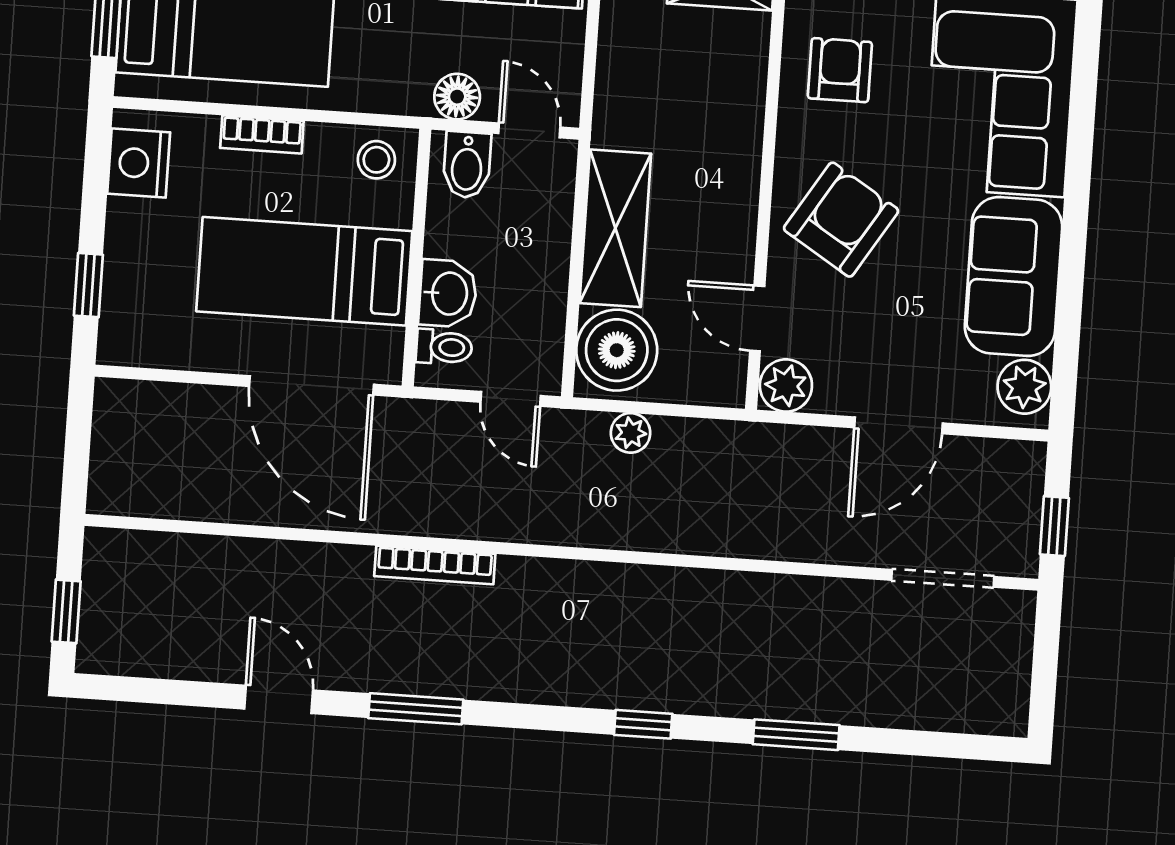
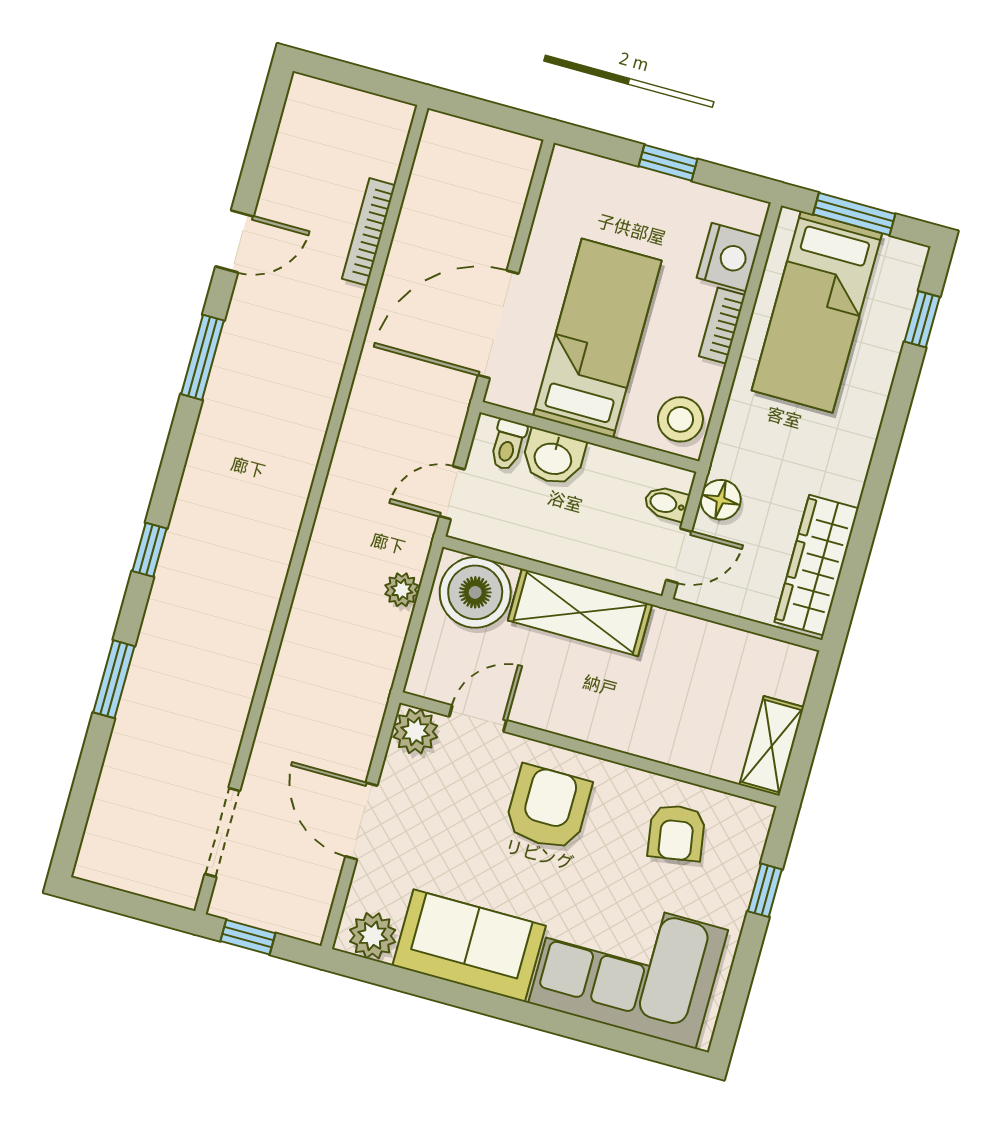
armchair: (840, 70) -> (676, 833), turned 81
stool: (376, 160) -> (680, 419), width x1.37, depth x1.37
nightstand: (139, 163) -> (729, 257), moved, turned 90
bidet: (467, 165) -> (666, 503), width x0.72, depth x0.74
armchair: (841, 220) -> (548, 808), turned -122
window: (88, 285) -> (668, 163), moved
bookcase: (435, 565) -> (369, 232), moved
window: (66, 611) -> (347, 74), removed

